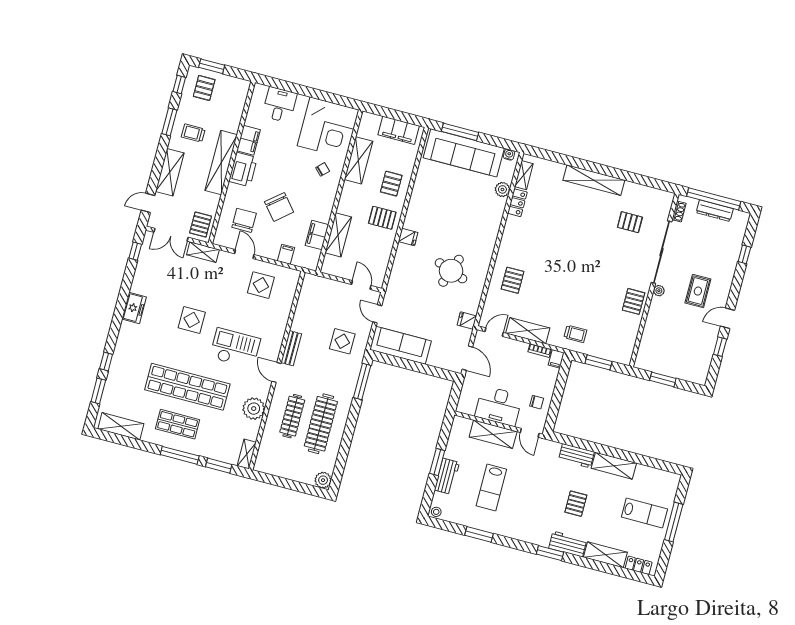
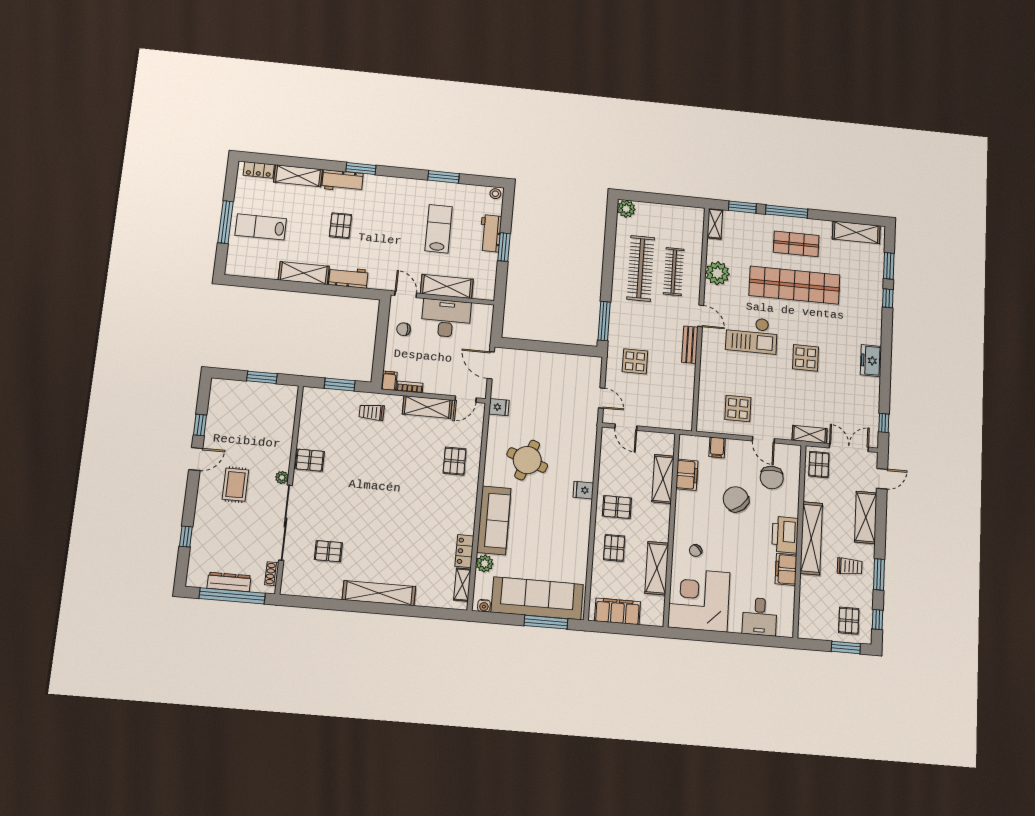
pallet: (634, 301) -> (310, 460), turned 90
sofa: (400, 345) -> (494, 520), moved, turned -90

